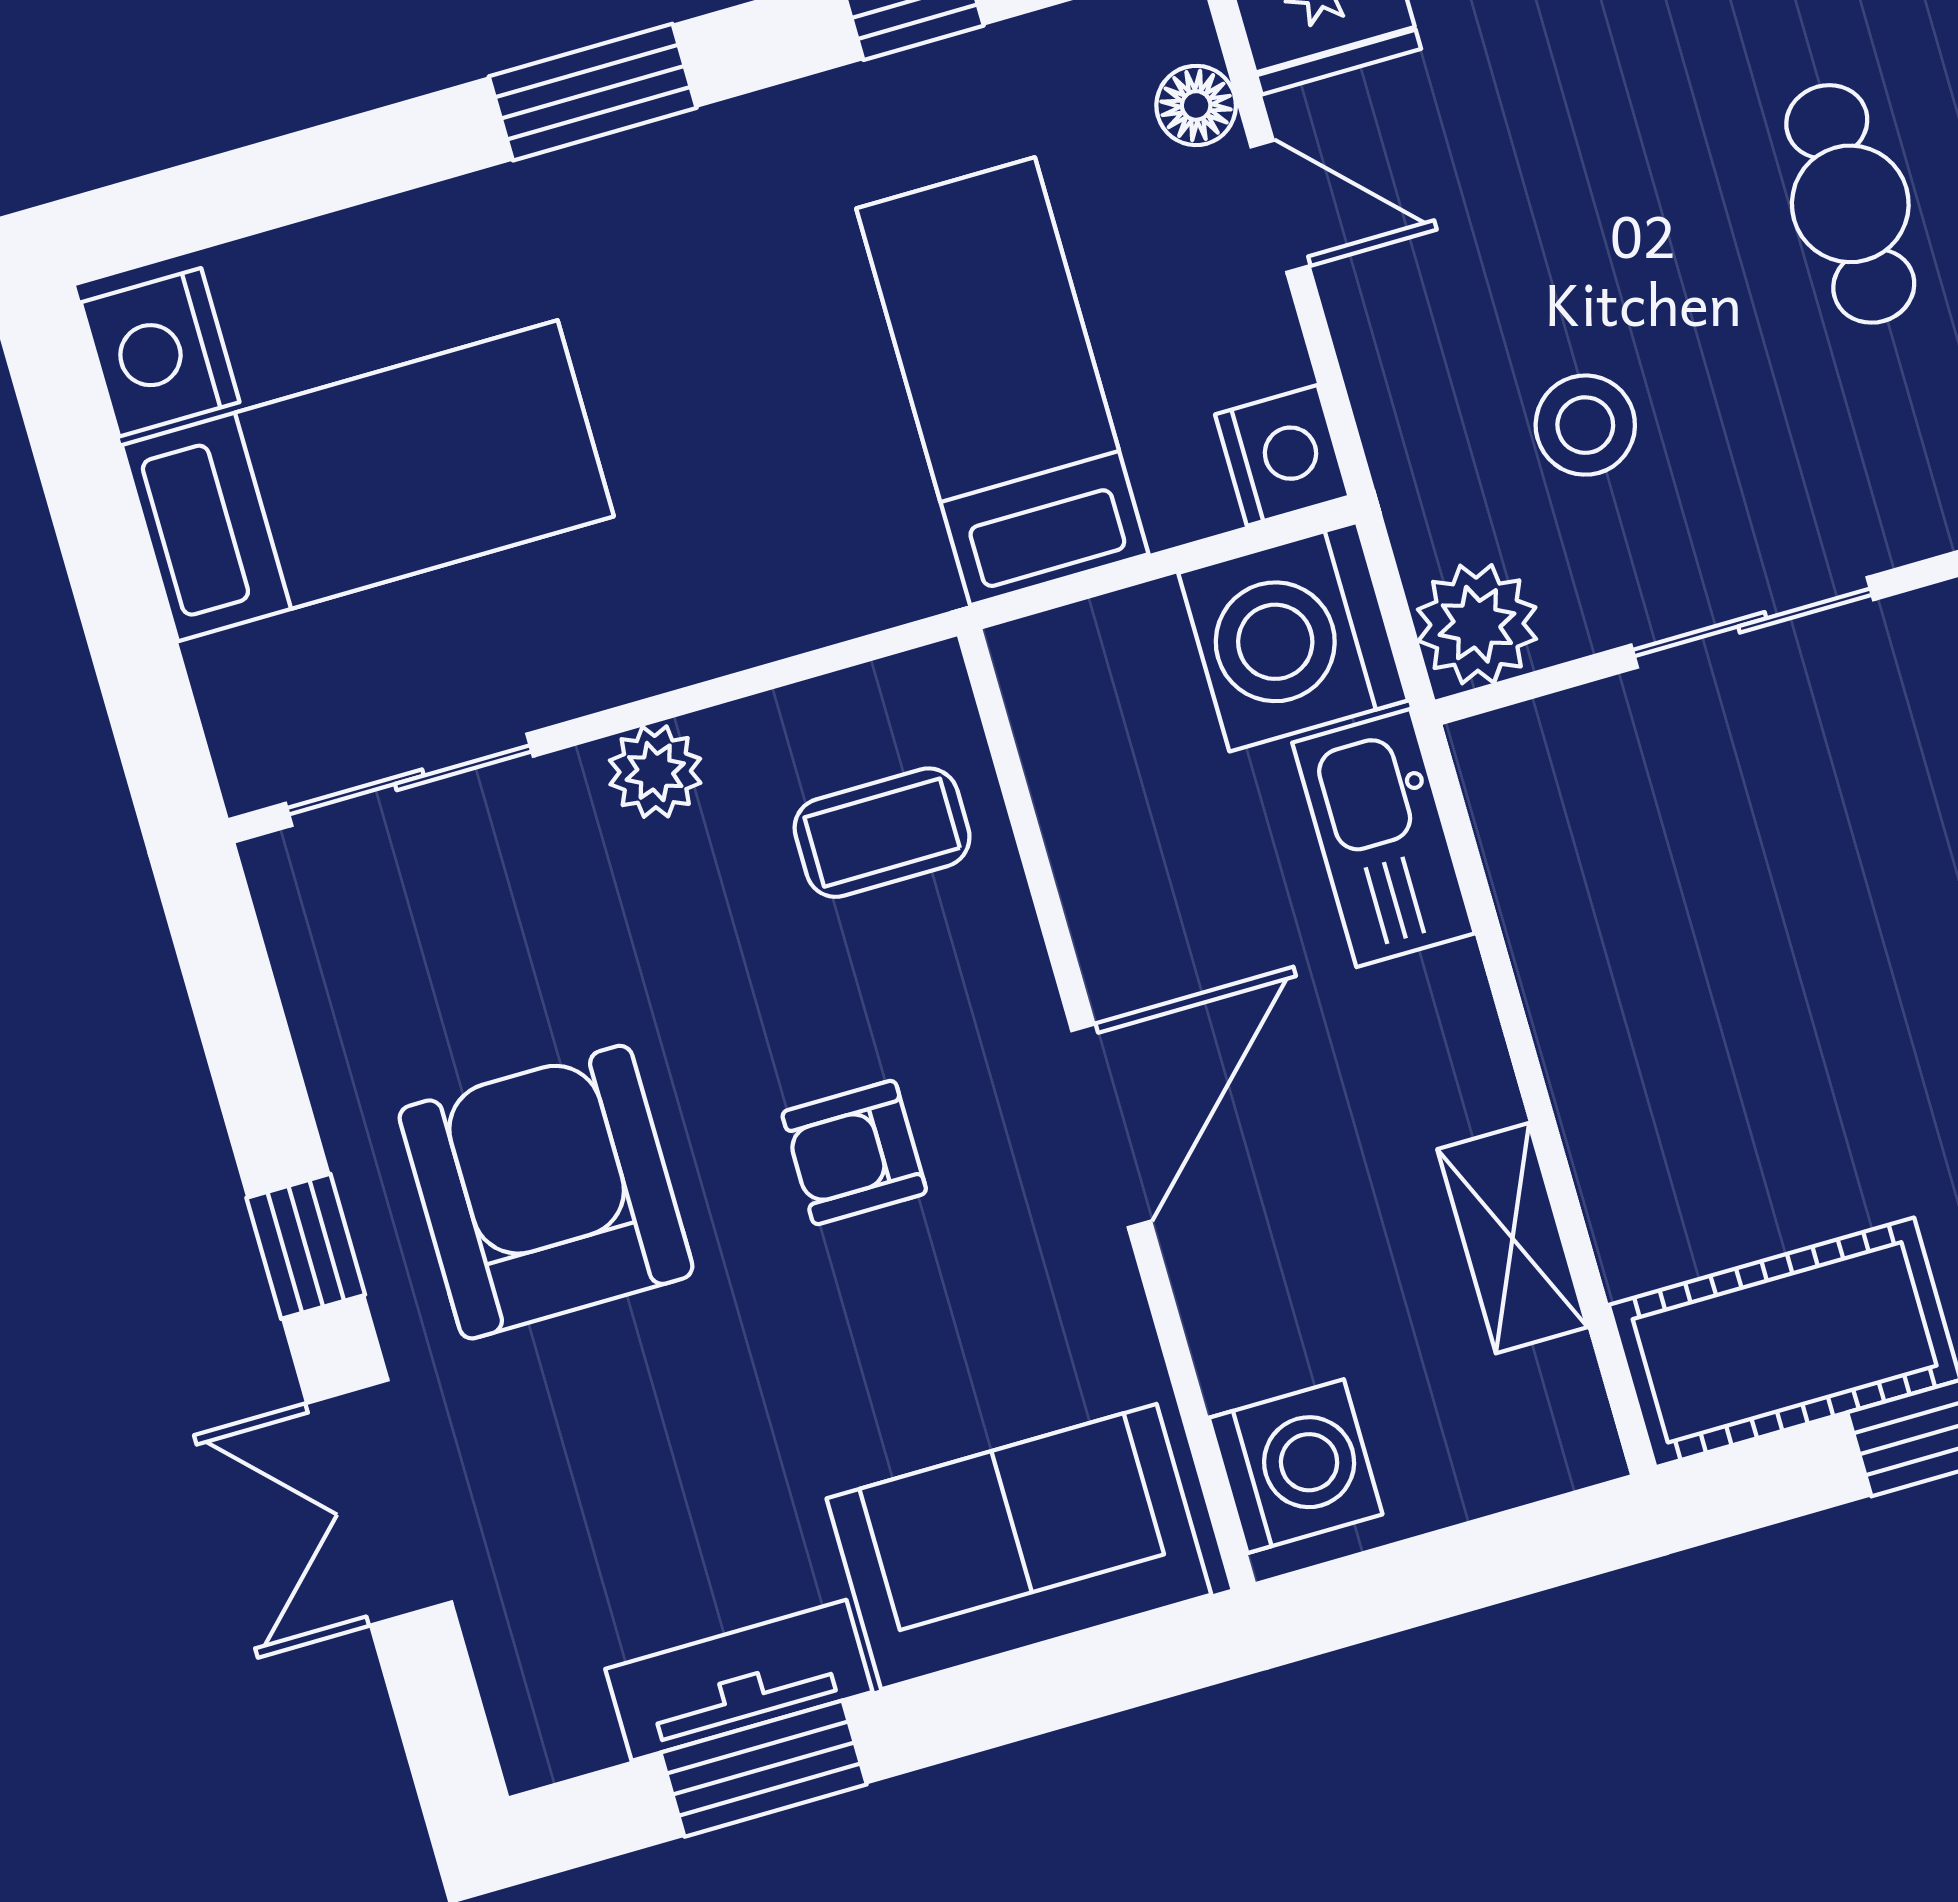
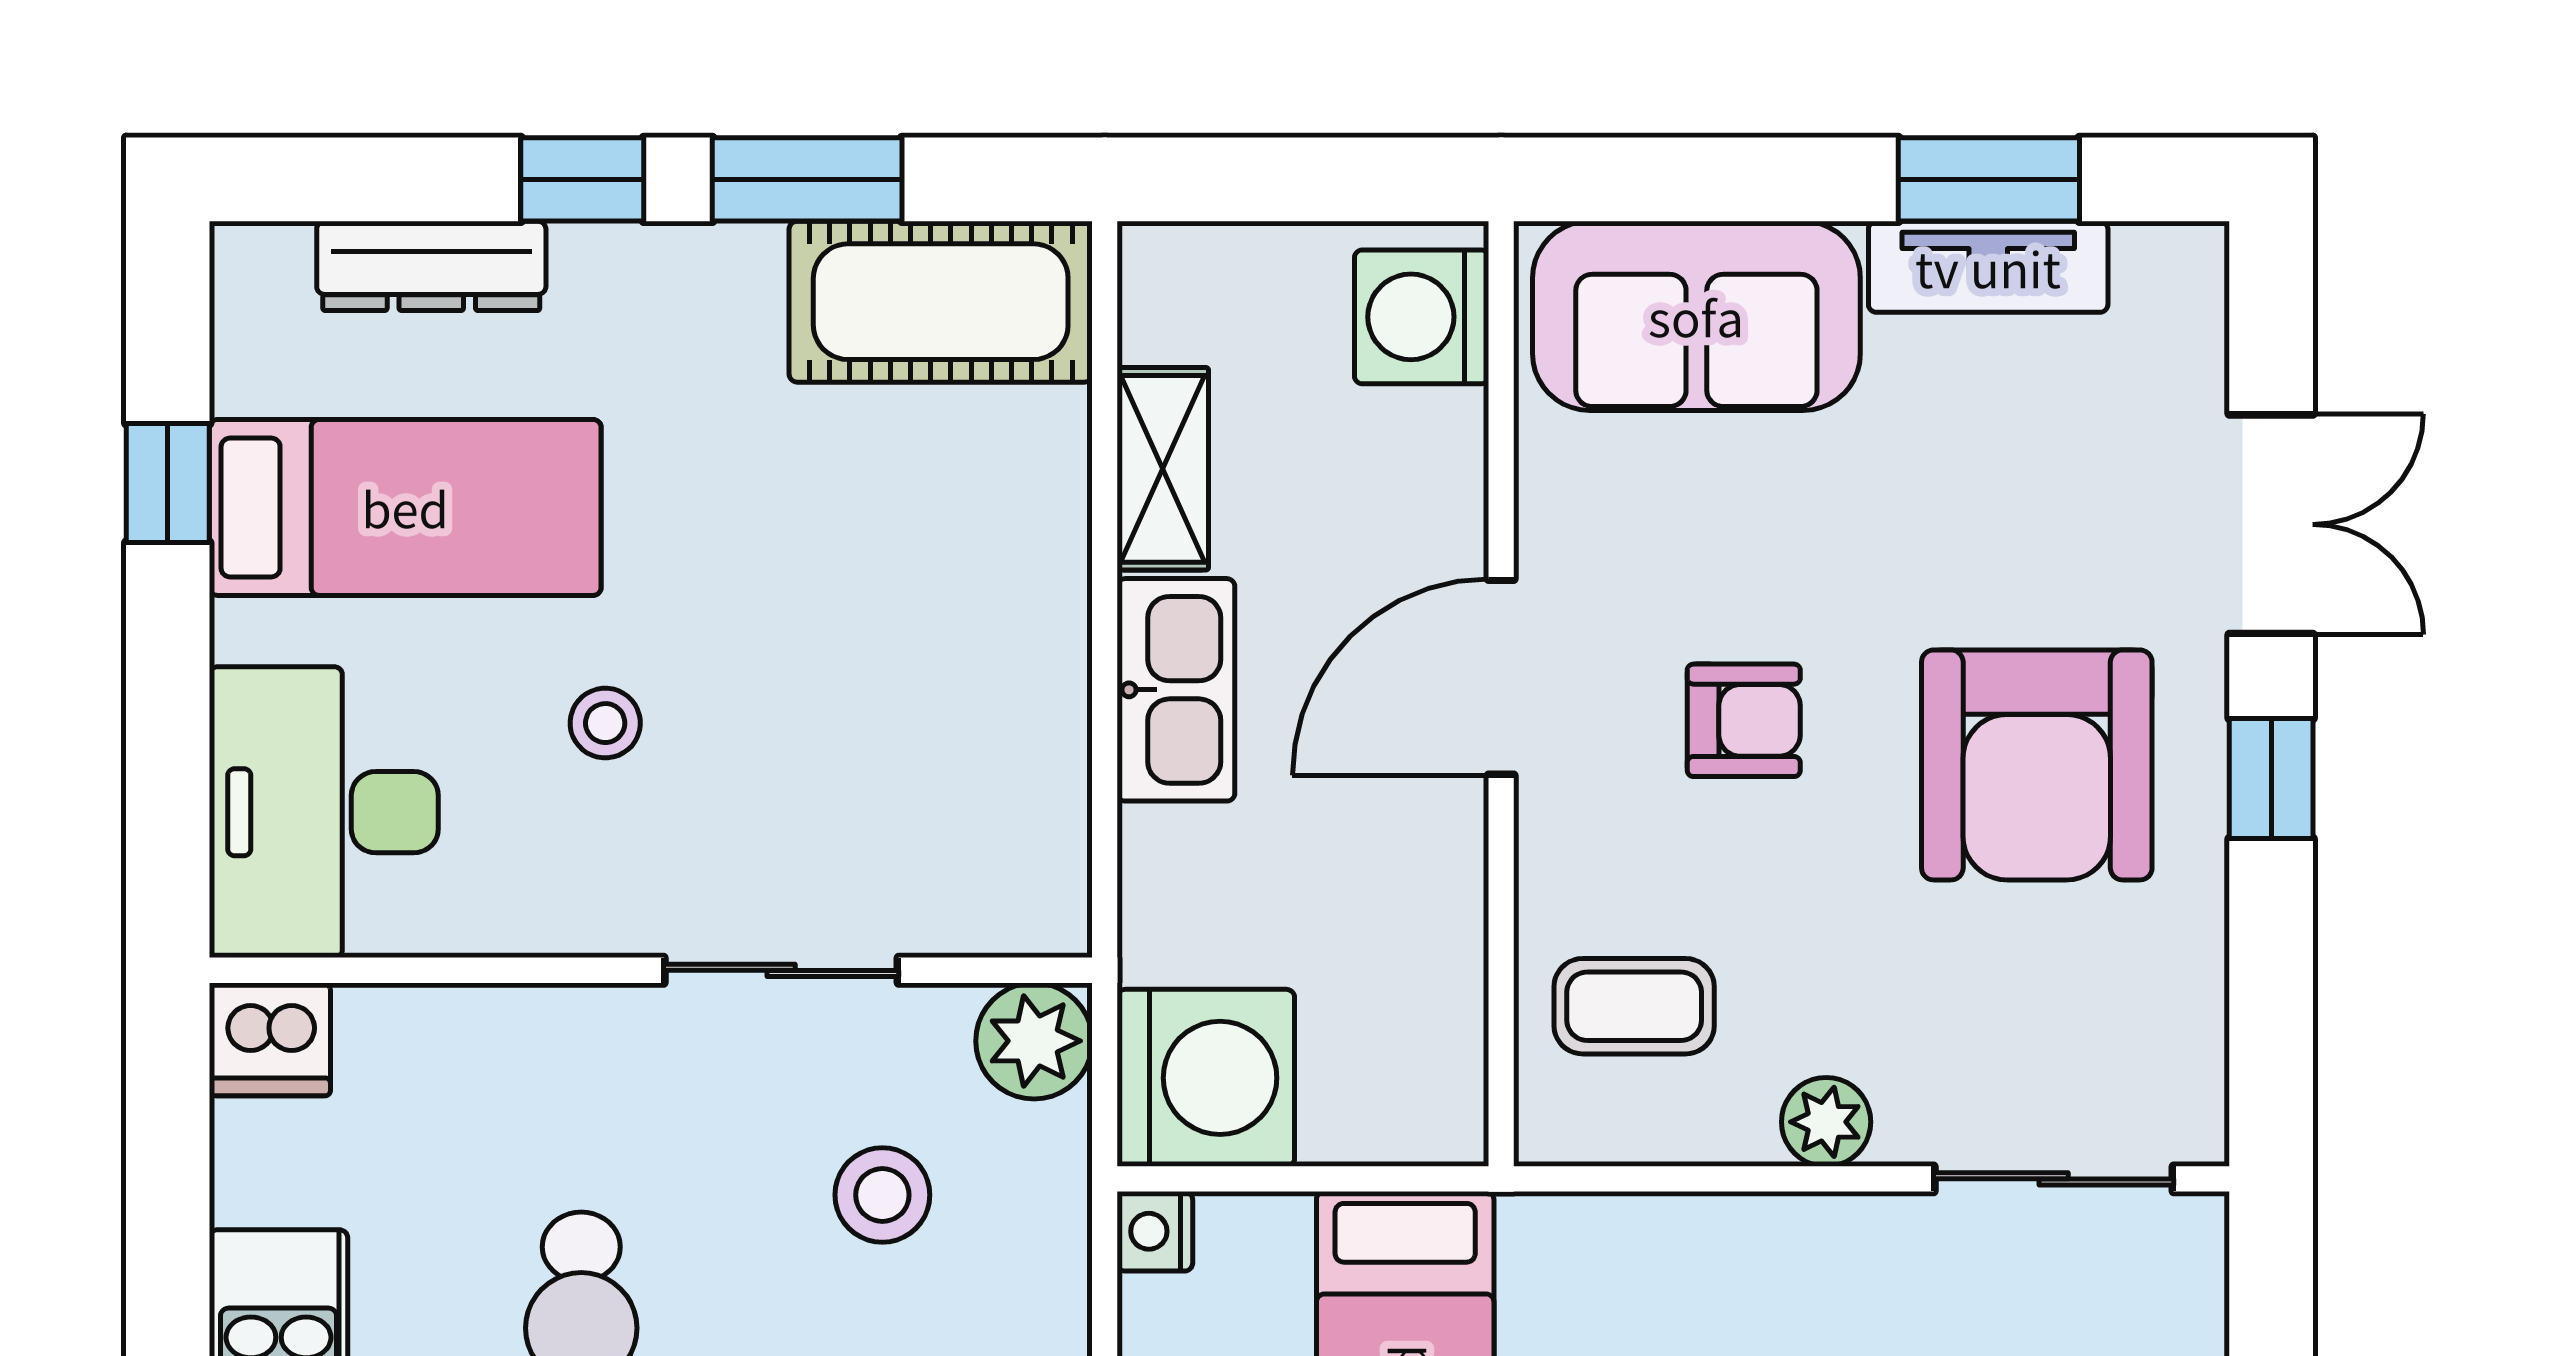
nightstand: (1282, 455) -> (1155, 1231), width x0.72, depth x0.74
kitchen sink: (1383, 838) -> (1176, 690), moved

